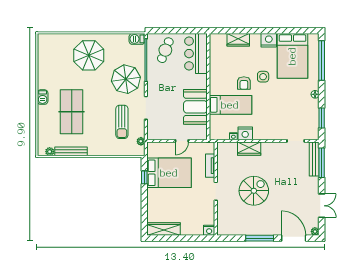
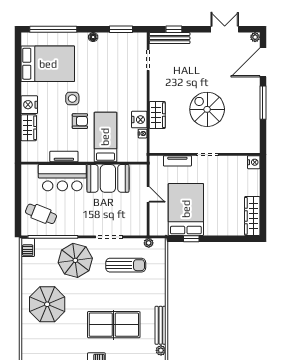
nightstand: (269, 40) -> (29, 105), moved
bar counter: (196, 54) -> (62, 178), moved
tv unit: (214, 70) -> (64, 157), added
window: (322, 163) -> (174, 29), width x0.46

